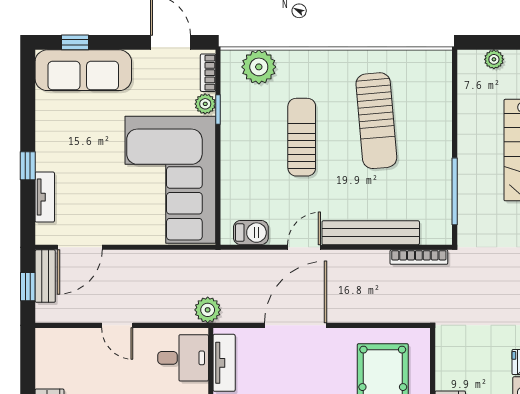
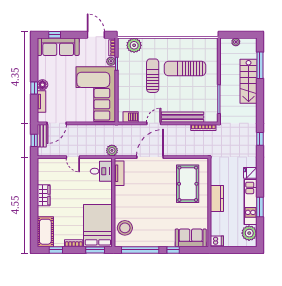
sun lounger: (376, 121) -> (185, 69), turned 95
floor lamp: (47, 158) -> (42, 85), added

